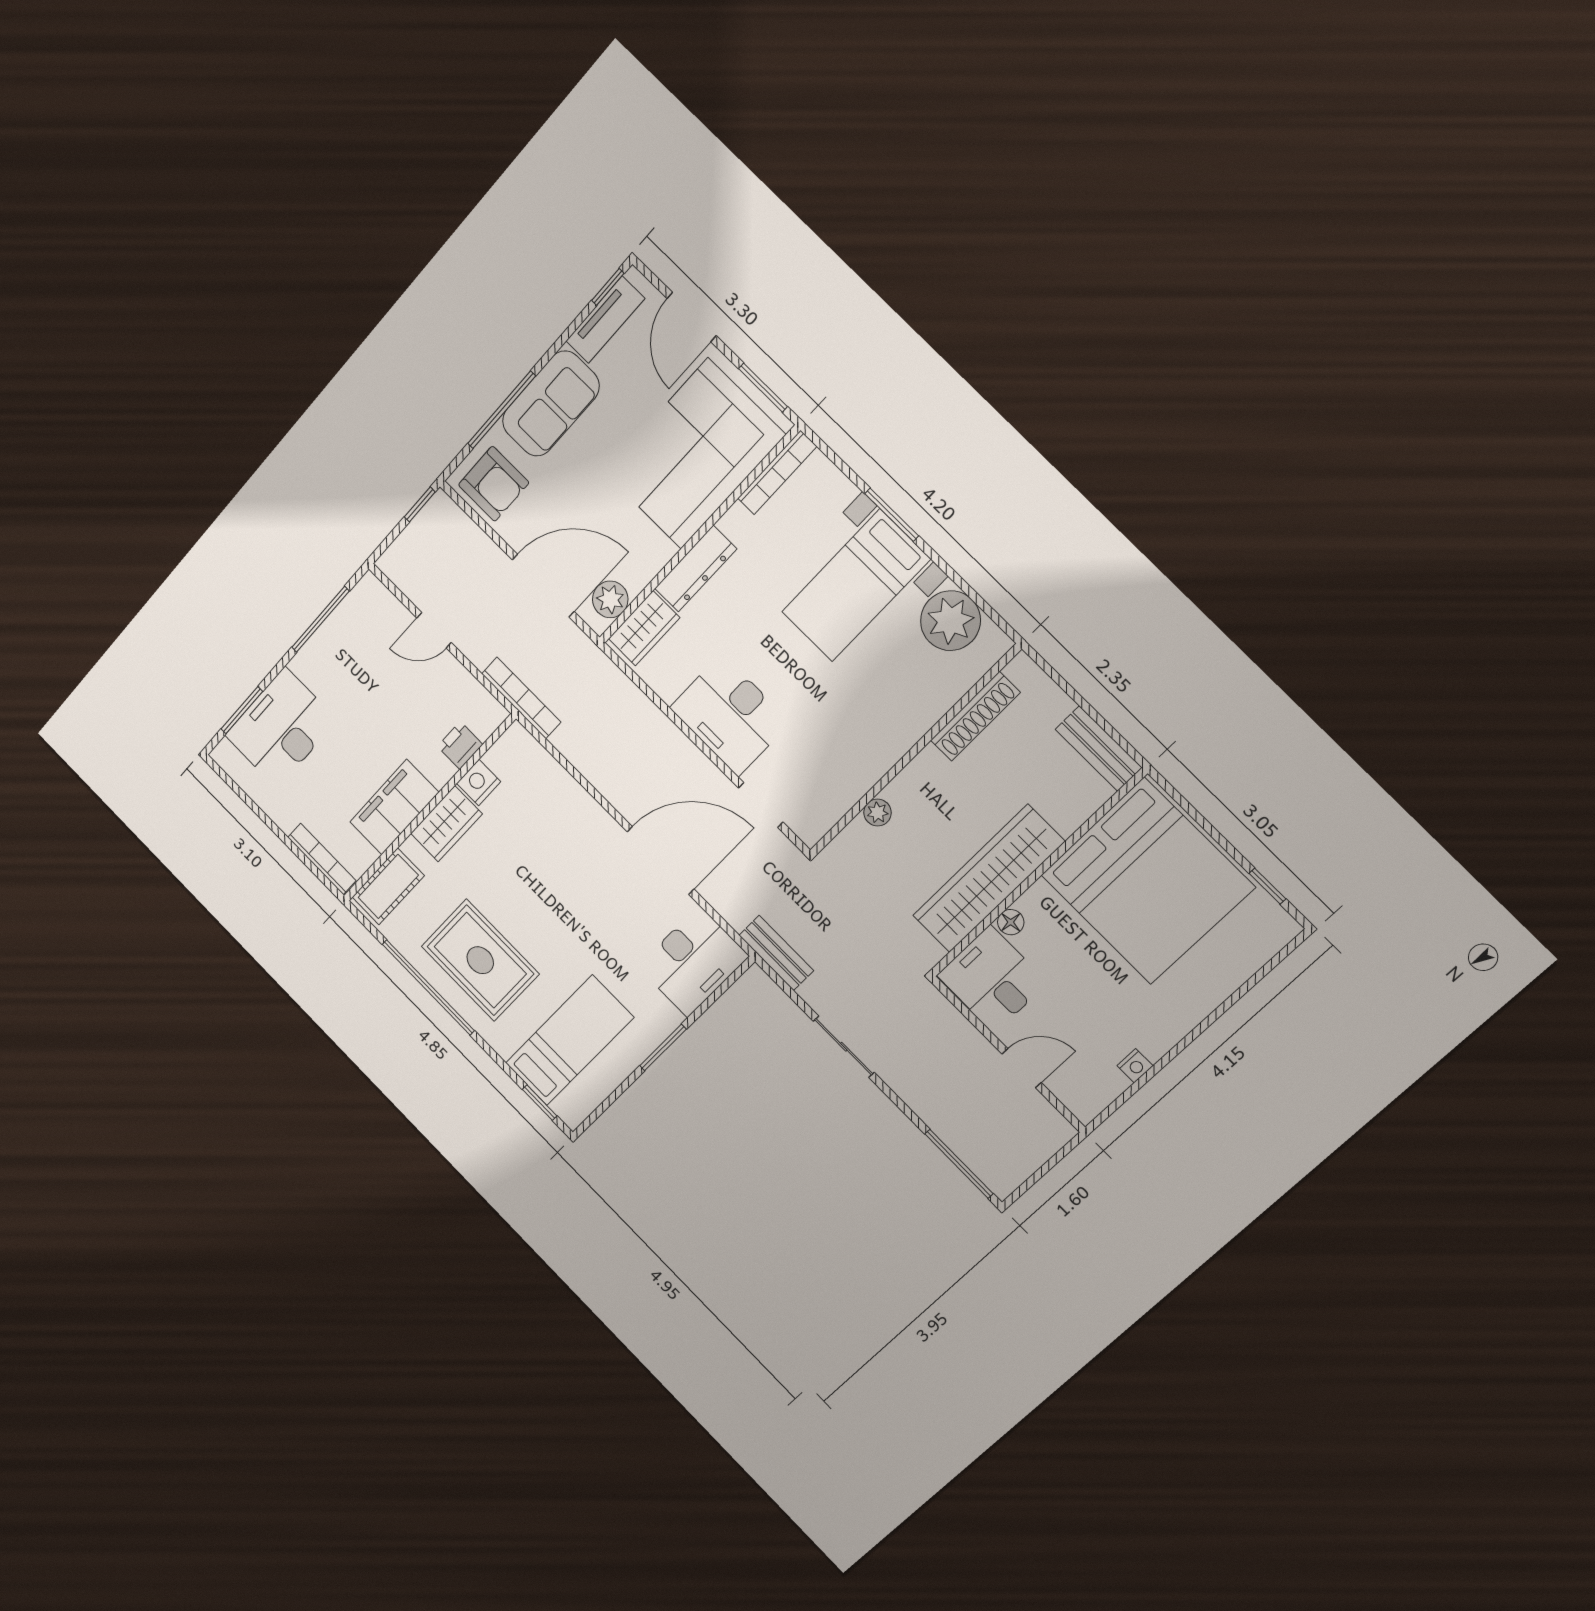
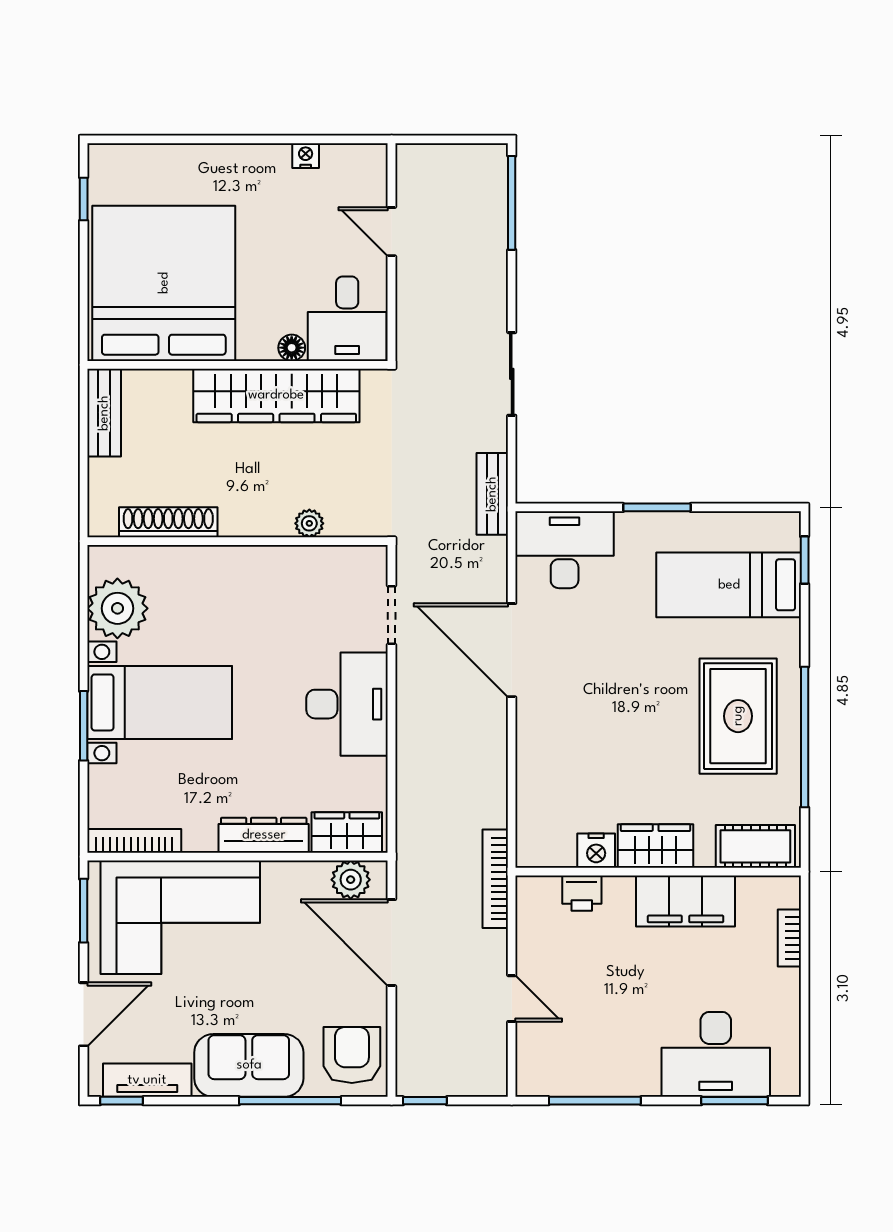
bookcase: (322, 859) -> (789, 938), width x0.64

